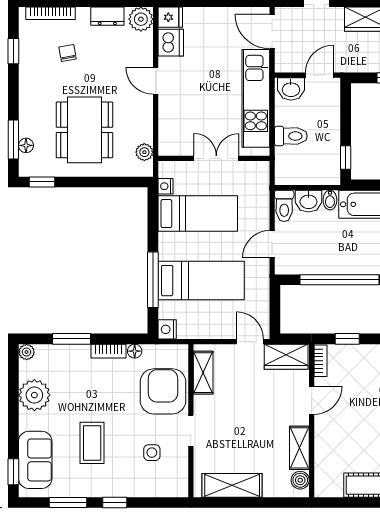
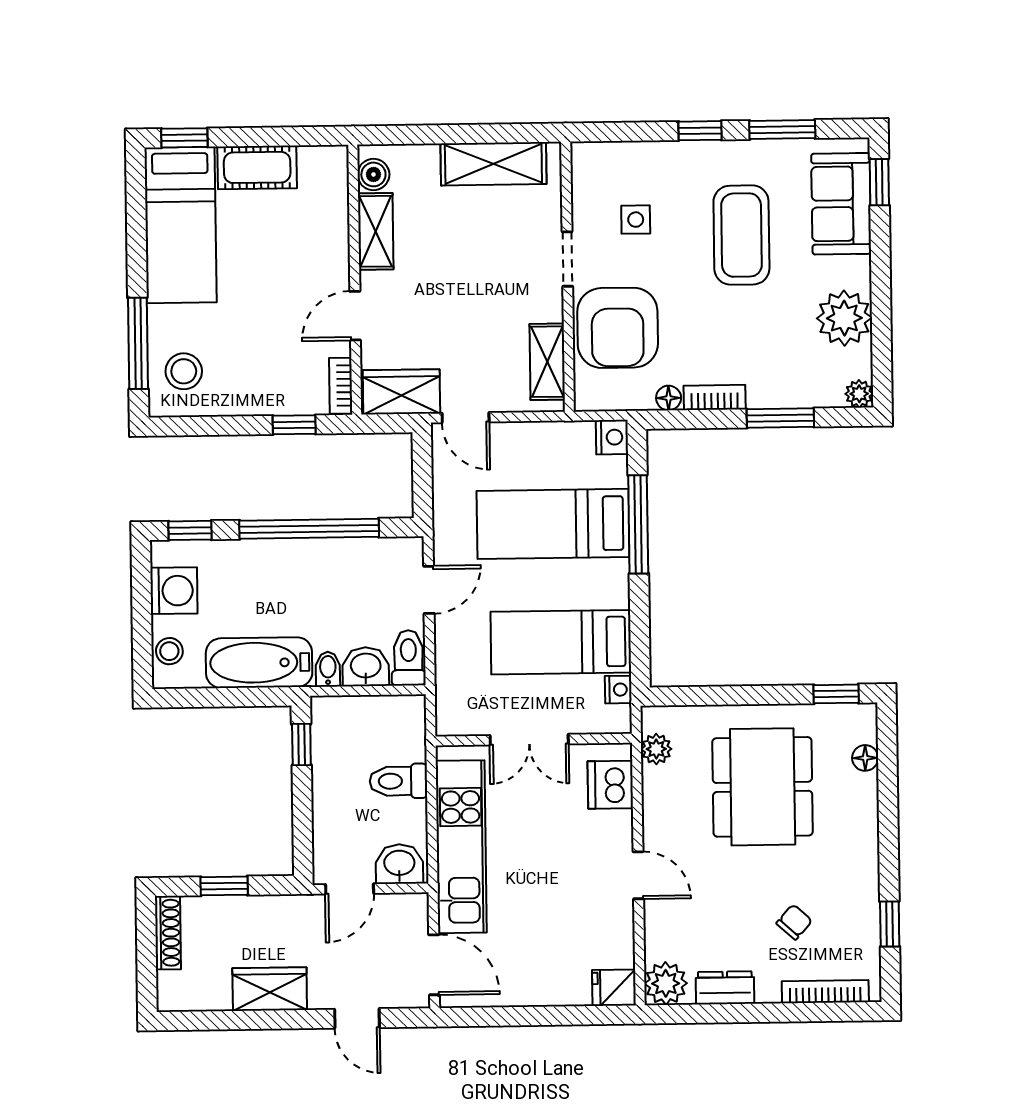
dishwasher: (171, 43) -> (610, 785), moved
chair: (68, 53) -> (794, 922), turned -128
window: (13, 140) -> (887, 768), removed
coffee table: (92, 443) -> (741, 235), width x1.36, depth x1.32

